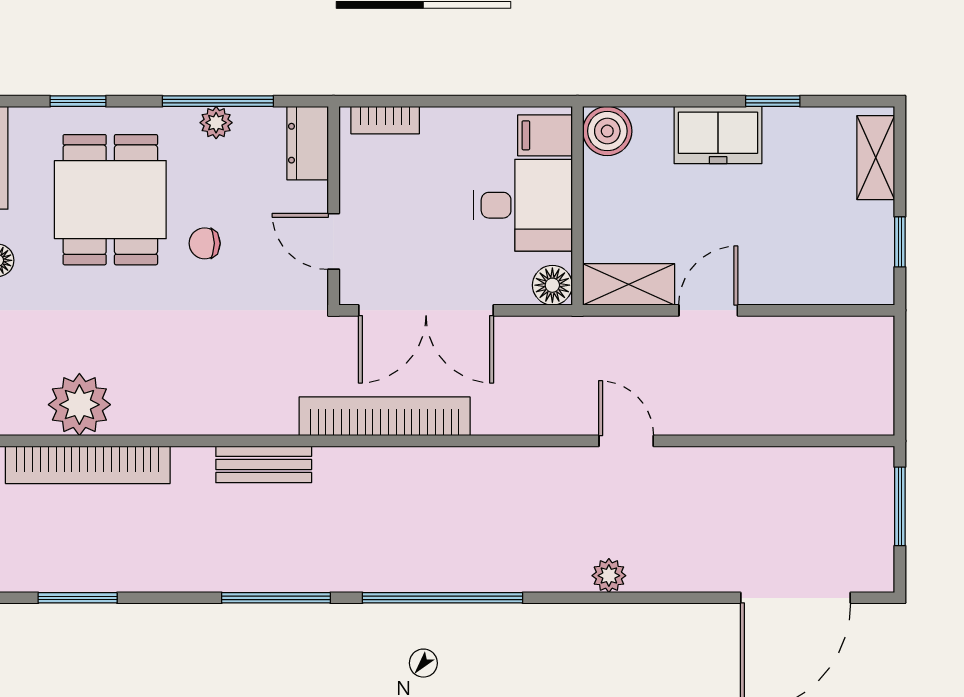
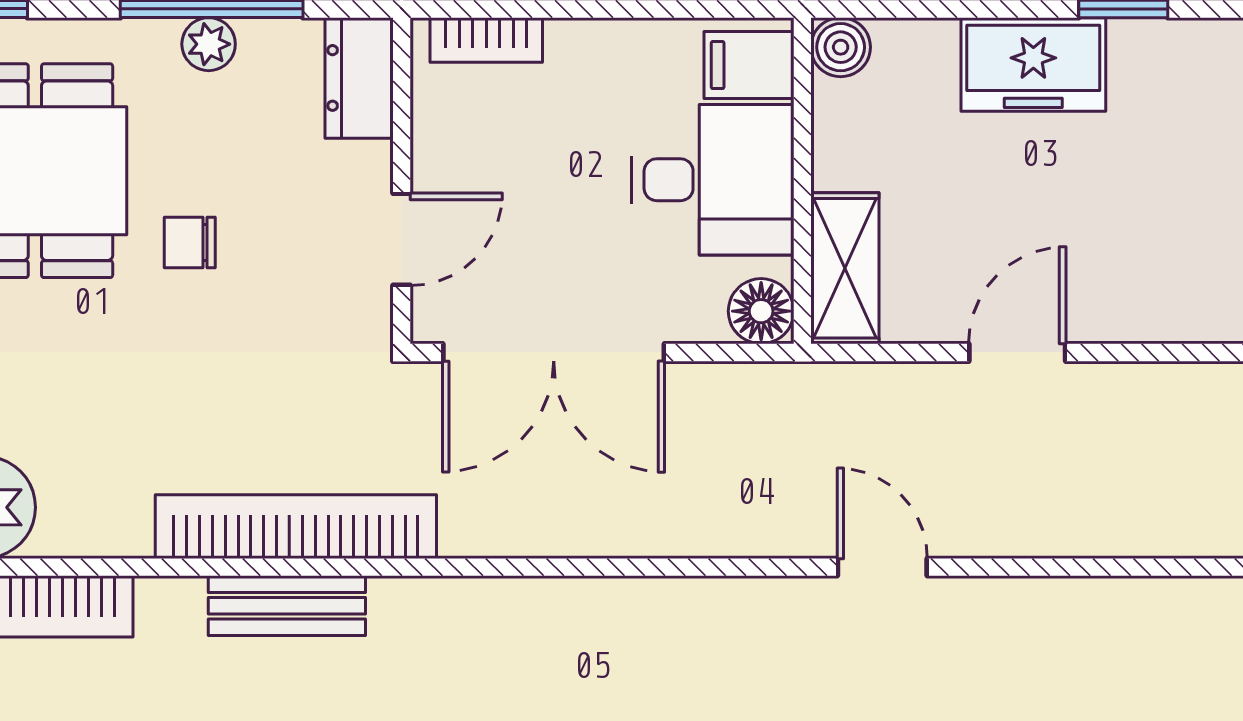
boiler: (607, 131) -> (841, 47), width x0.73, depth x0.73
door: (334, 241) -> (402, 239), swing flipped
shelving: (629, 284) -> (845, 268), moved, turned 90
bookcase: (385, 416) -> (296, 527), moved

